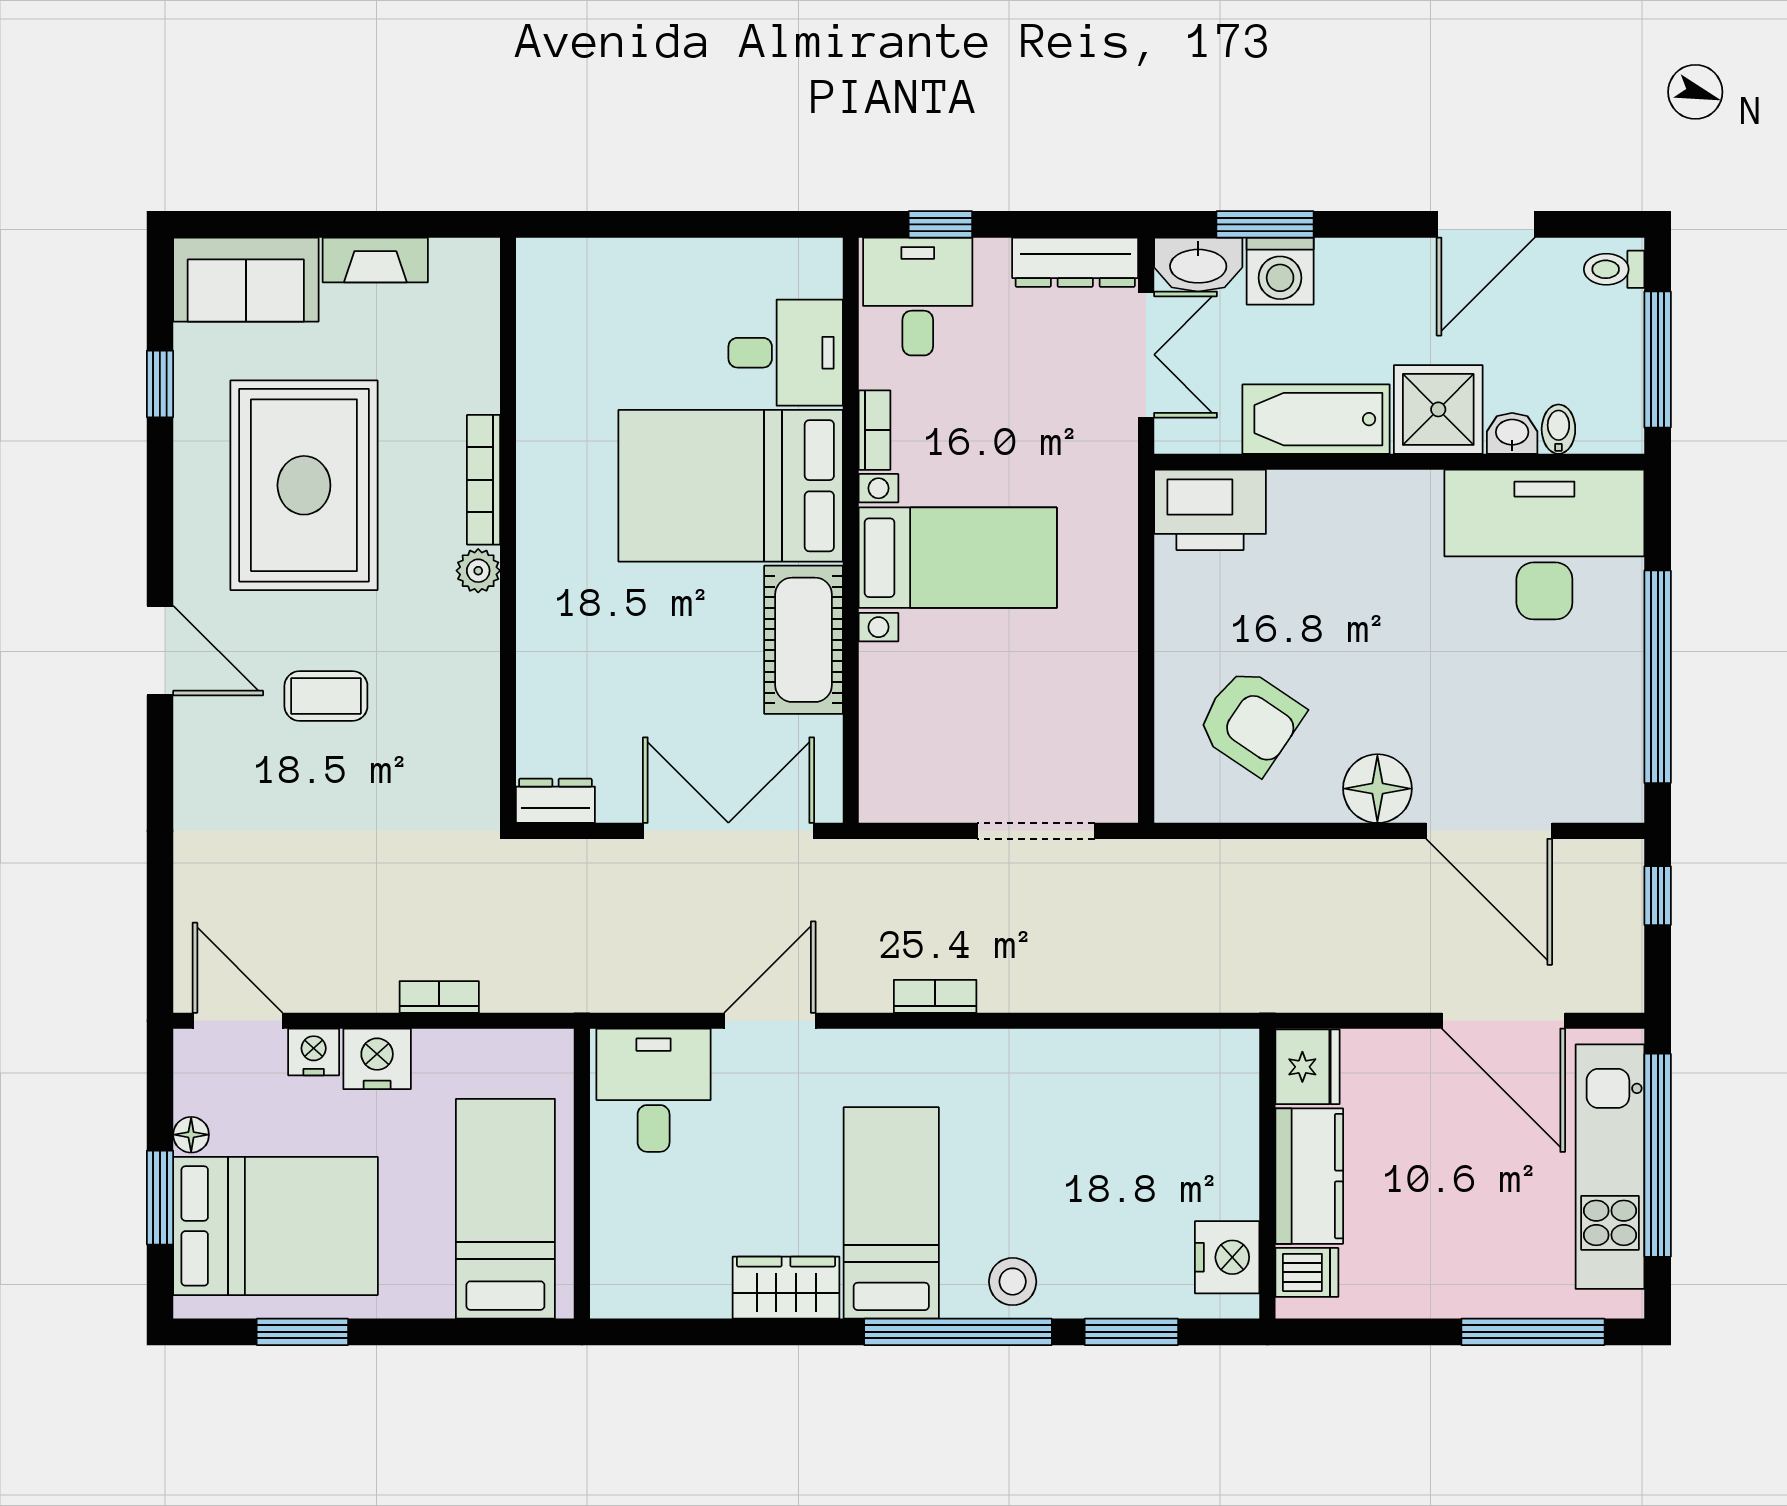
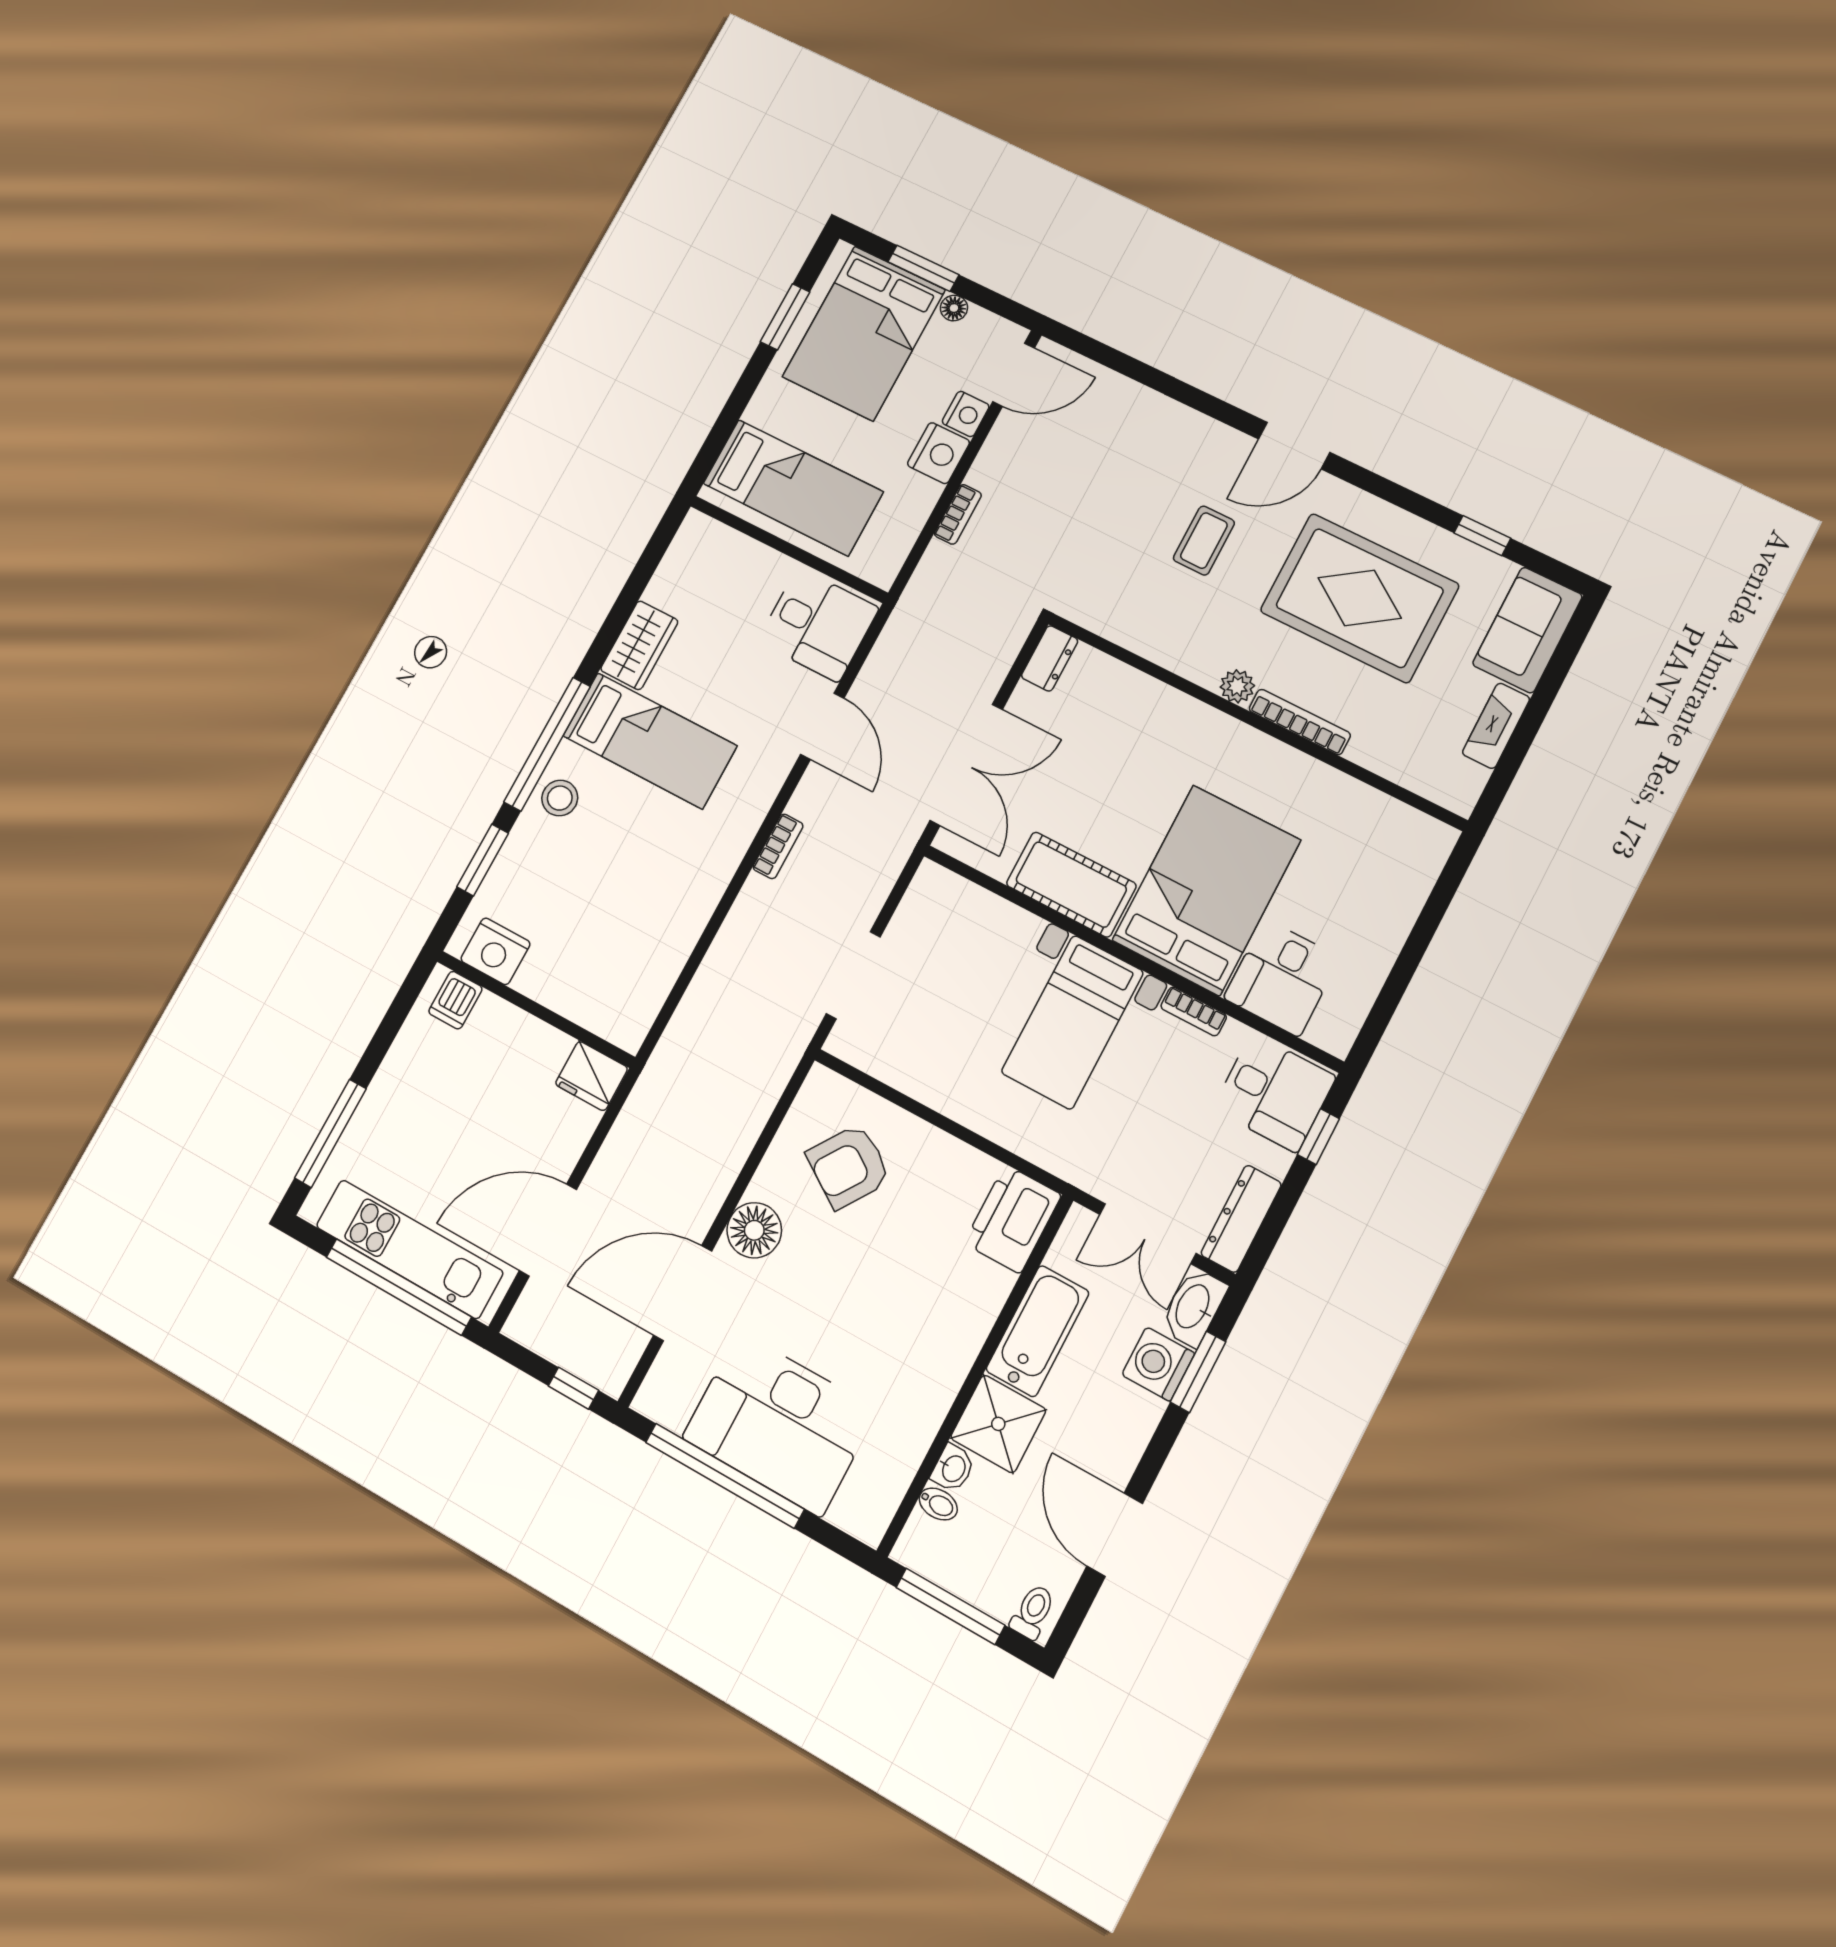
desk: (1544, 545) -> (780, 1424), moved, turned 90
kitchen counter: (1309, 1176) -> (518, 1037), removed

